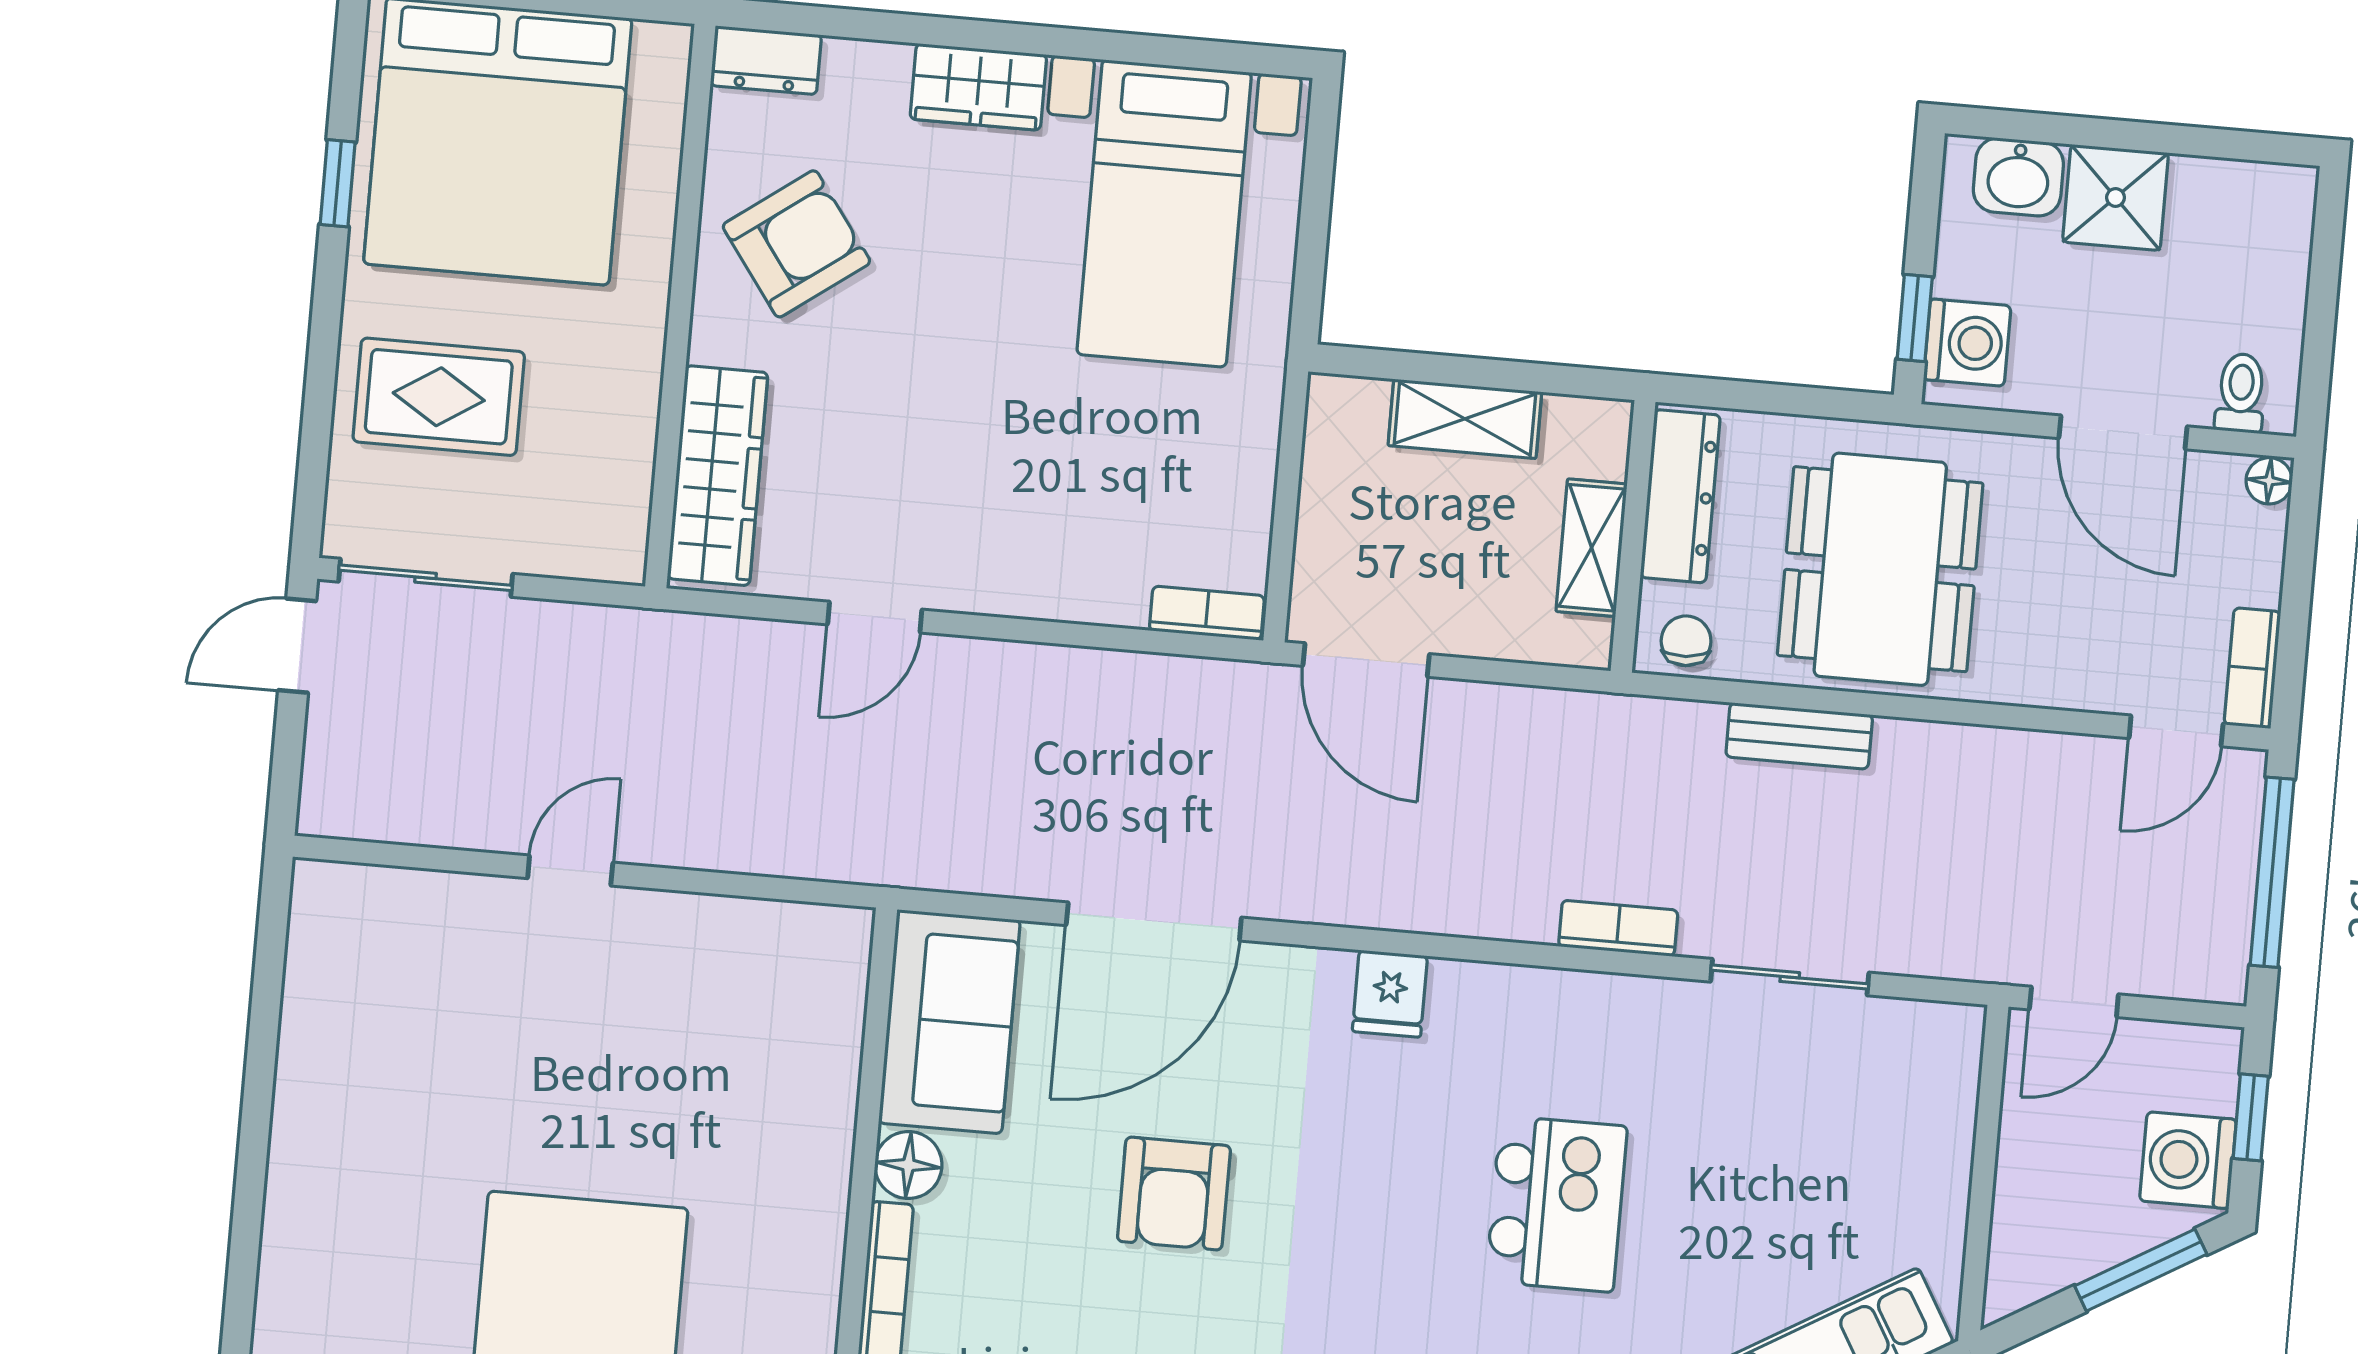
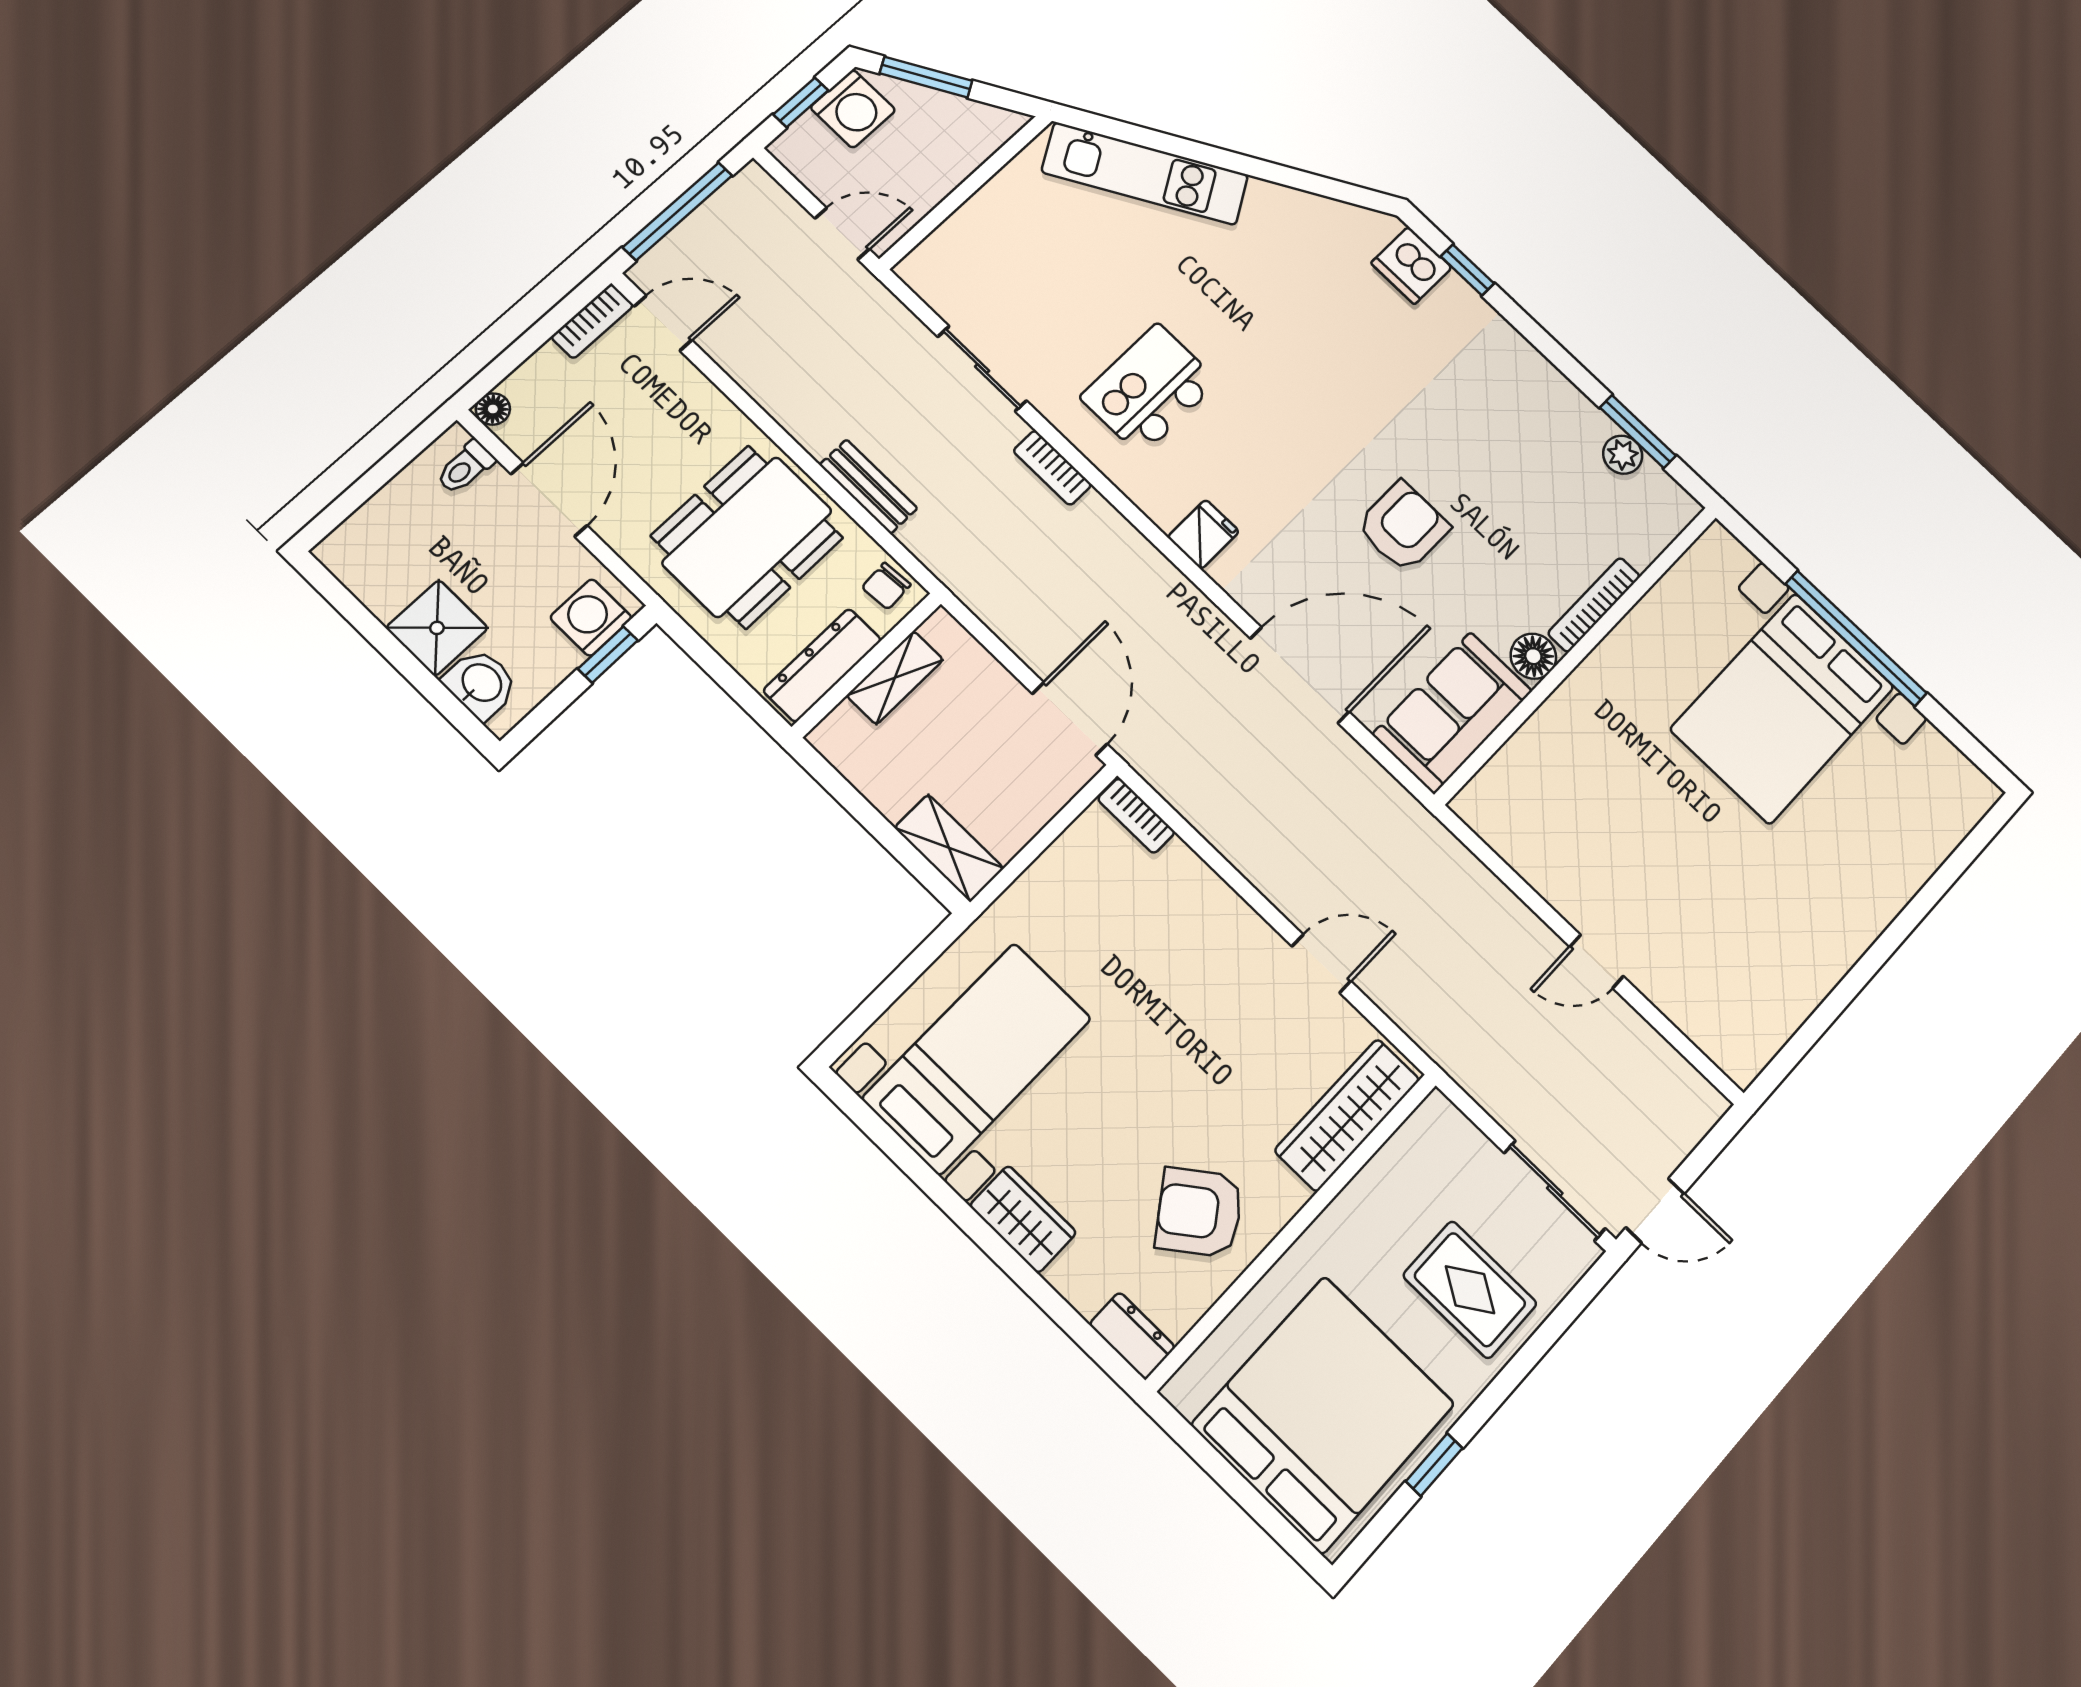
shelving: (1465, 419) -> (949, 848), moved
kitchen island: (1557, 1204) -> (1149, 389), moved

